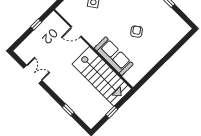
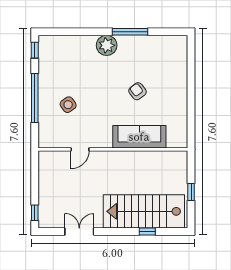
window: (36, 24) -> (35, 213), moved
stairs: (102, 76) -> (144, 211), moved, turned 180

